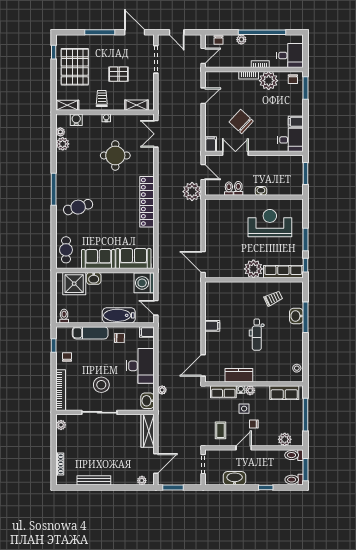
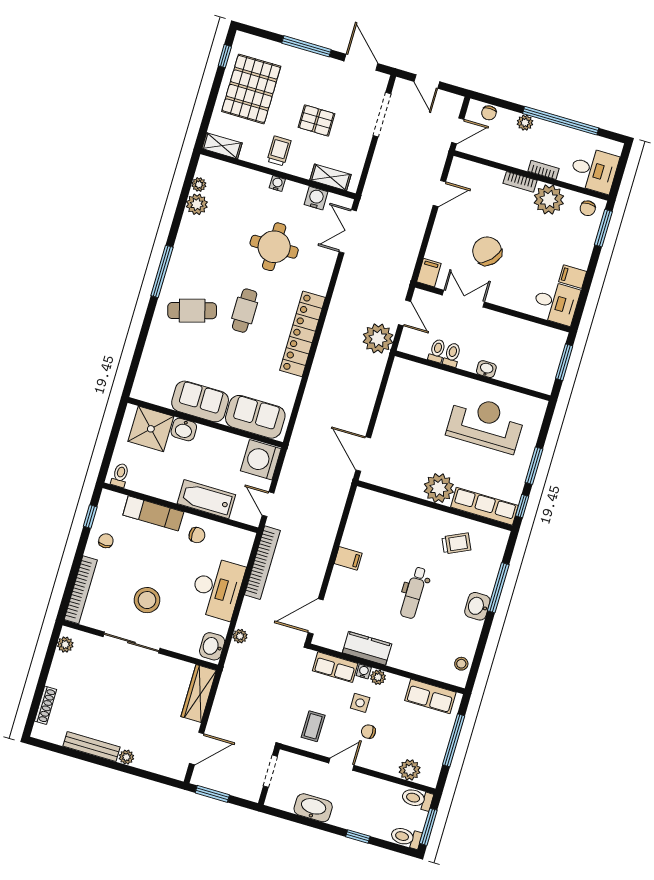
water cooler: (76, 120) -> (316, 198), moved
cafe table: (66, 250) -> (245, 311), moved
washbasin: (296, 316) -> (477, 606), moved
filing cabinet: (147, 332) -> (243, 538), removed
bookcase: (163, 343) -> (262, 563), added
plant: (142, 481) -> (126, 757), moved

